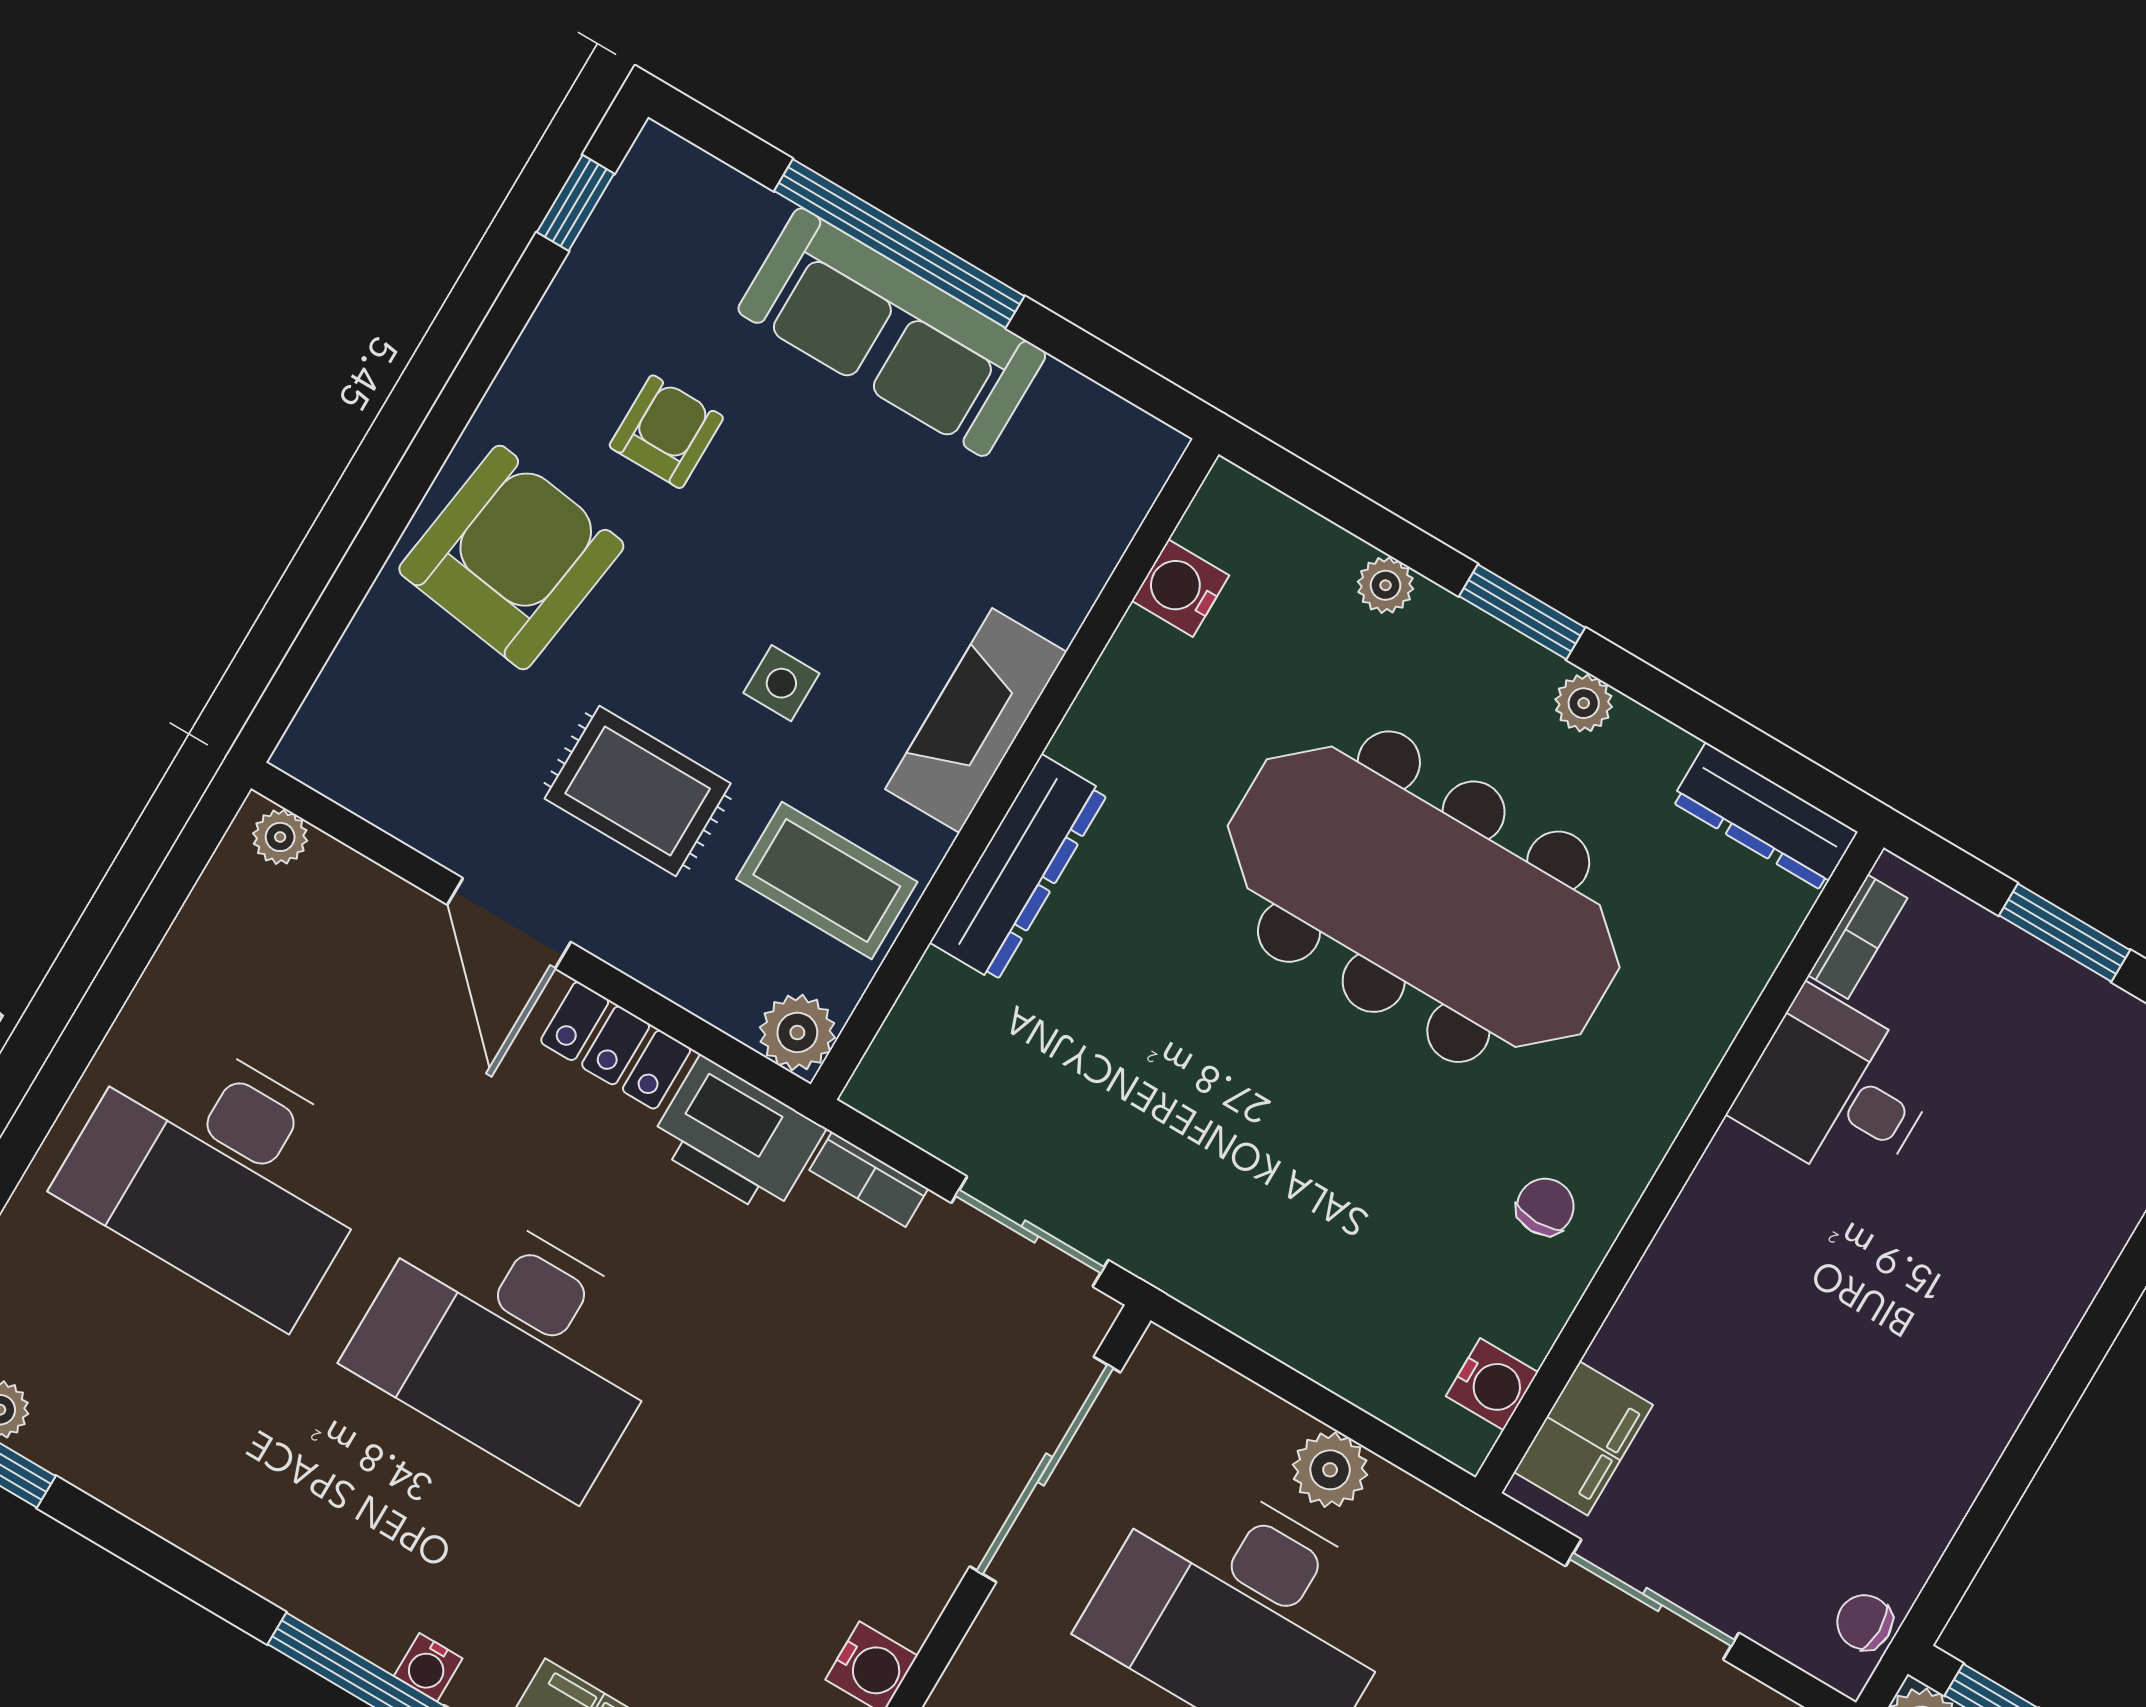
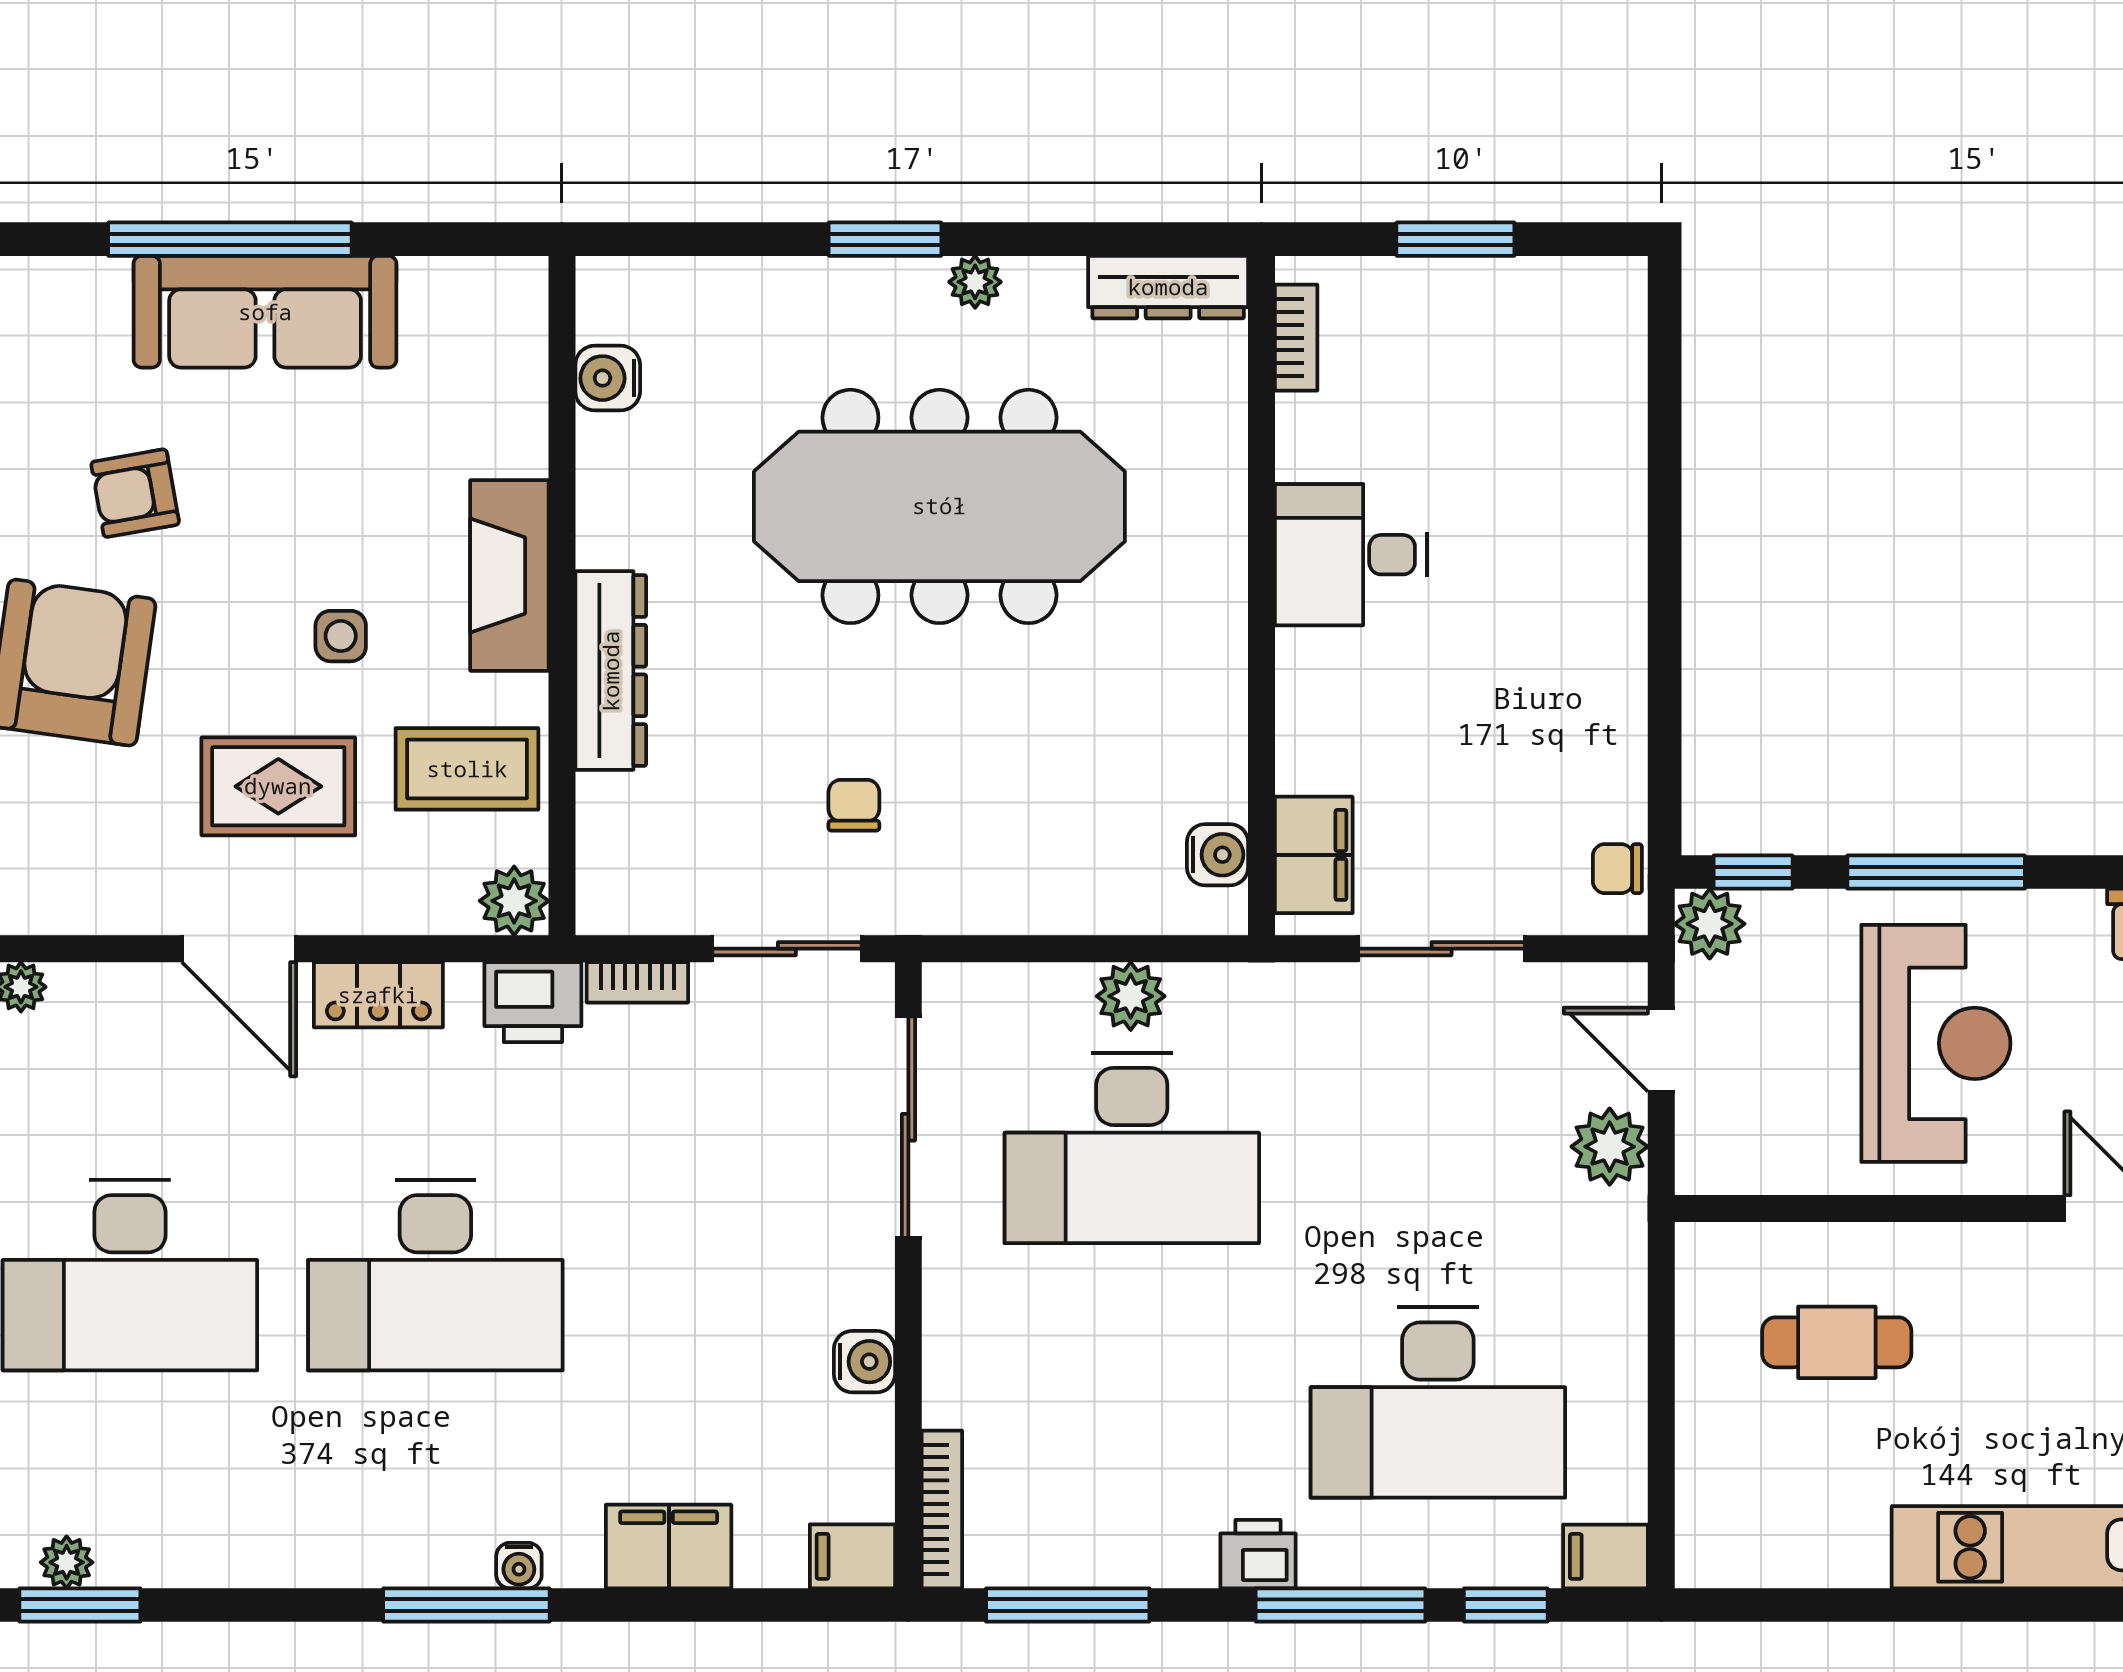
armchair: (666, 432) -> (135, 493), turned -100
plant: (1385, 585) -> (766, 281), removed
desk: (1837, 1090) -> (1351, 555), moved
printer: (737, 1137) -> (533, 1002), width x0.73, depth x0.84
chair: (1545, 1207) -> (854, 805), moved

